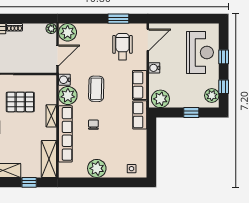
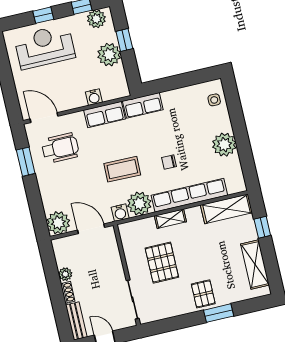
plant: (51, 29) -> (65, 274), moved
wheelchair: (122, 47) -> (60, 148), turned 180
water cooler: (154, 68) -> (94, 97), moved
plant: (160, 99) -> (109, 55), moved

